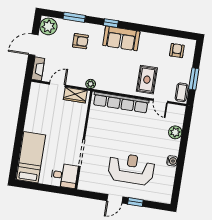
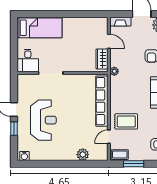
water cooler: (172, 161) -> (24, 156), moved

